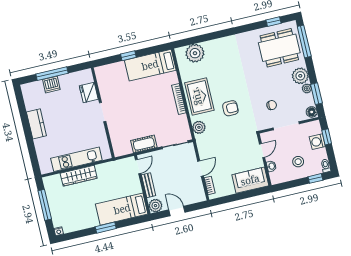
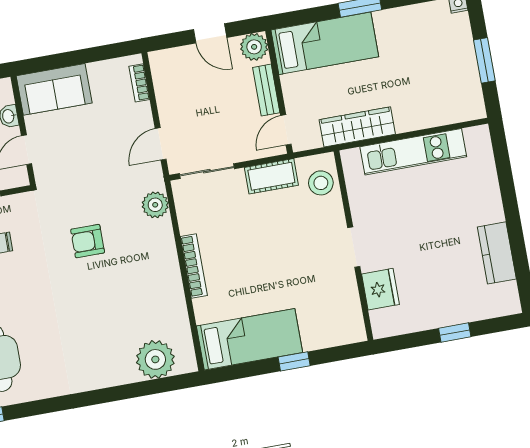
window: (52, 74) -> (455, 333), width x0.46
dishwasher: (51, 85) -> (457, 310), removed
rug: (199, 97) -> (151, 269), removed
kitchen counter: (36, 124) -> (497, 253), moved
stool: (120, 142) -> (321, 183), added
door: (201, 169) -> (161, 144), moved
wardrobe: (79, 176) -> (357, 127), moved
window: (45, 205) -> (484, 60), width x0.69

